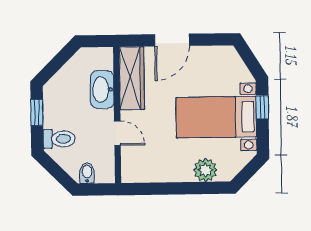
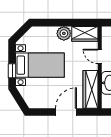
wardrobe: (142, 170) -> (85, 34), added
plant: (205, 170) -> (64, 33), moved

